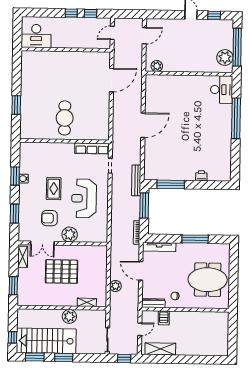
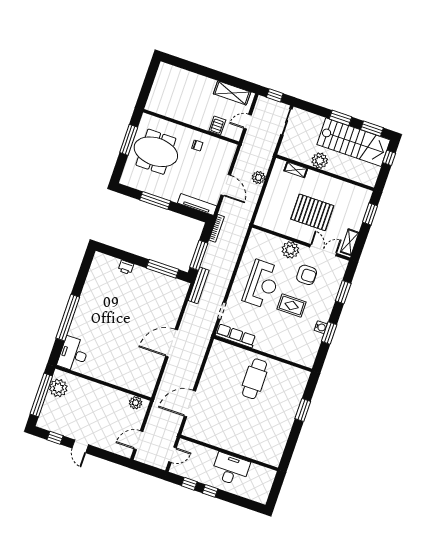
desk: (36, 36) -> (231, 469), moved
rug: (54, 189) -> (292, 306), turned 90
window: (233, 282) -> (129, 140), added
dresser: (153, 303) -> (223, 145), removed

